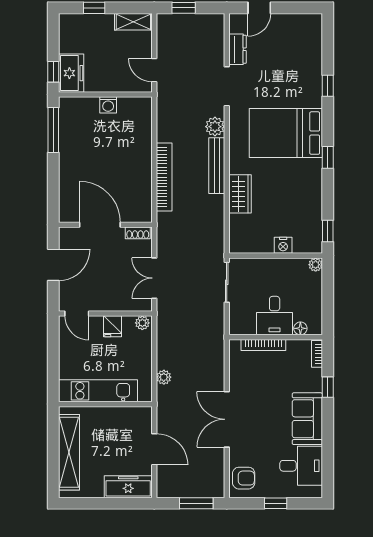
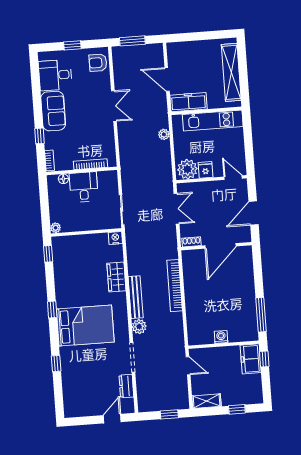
door: (100, 225) -> (221, 246), hinge flipped
nightstand: (283, 245) -> (115, 238), moved
plant: (142, 323) -> (187, 169), width x1.88, depth x1.88
double door: (227, 419) -> (114, 106), width x0.73
freezer: (128, 487) -> (188, 102), moved, turned 180

